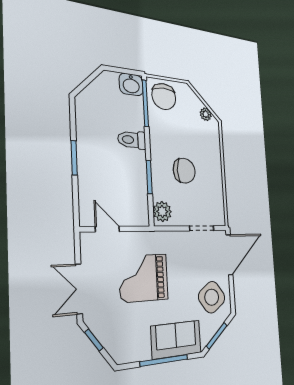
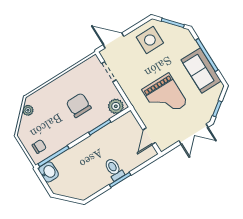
chair: (164, 97) -> (39, 146), width x0.54, depth x0.54
toilet: (132, 140) -> (114, 169), moved, turned 180
door: (229, 255) -> (114, 40), width x0.73
side table: (212, 297) -> (150, 40), turned 36
sofa: (176, 340) -> (201, 70), moved

